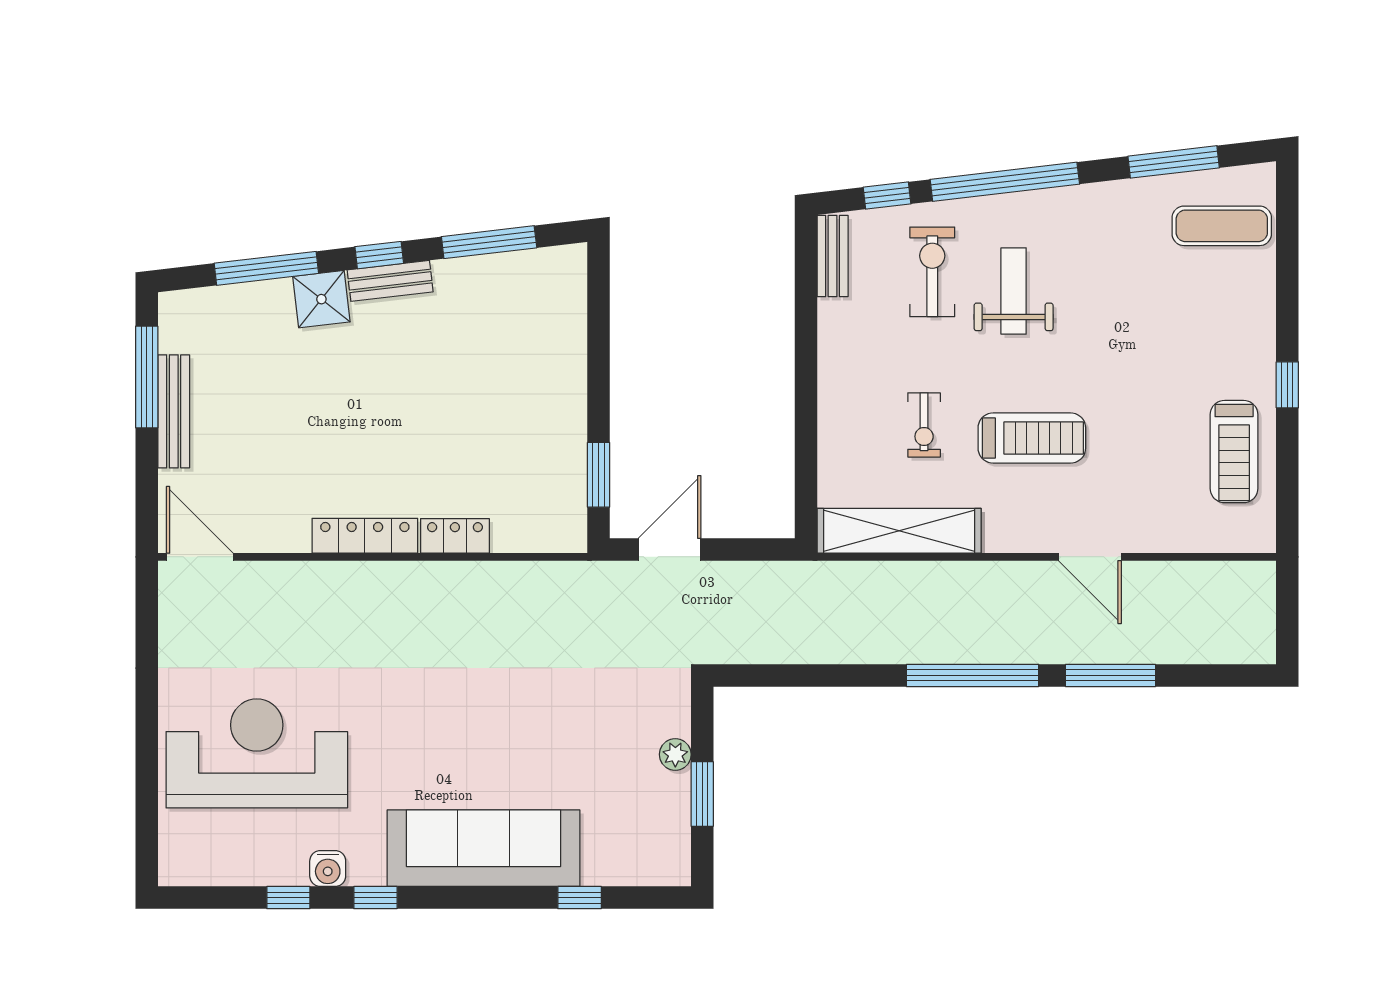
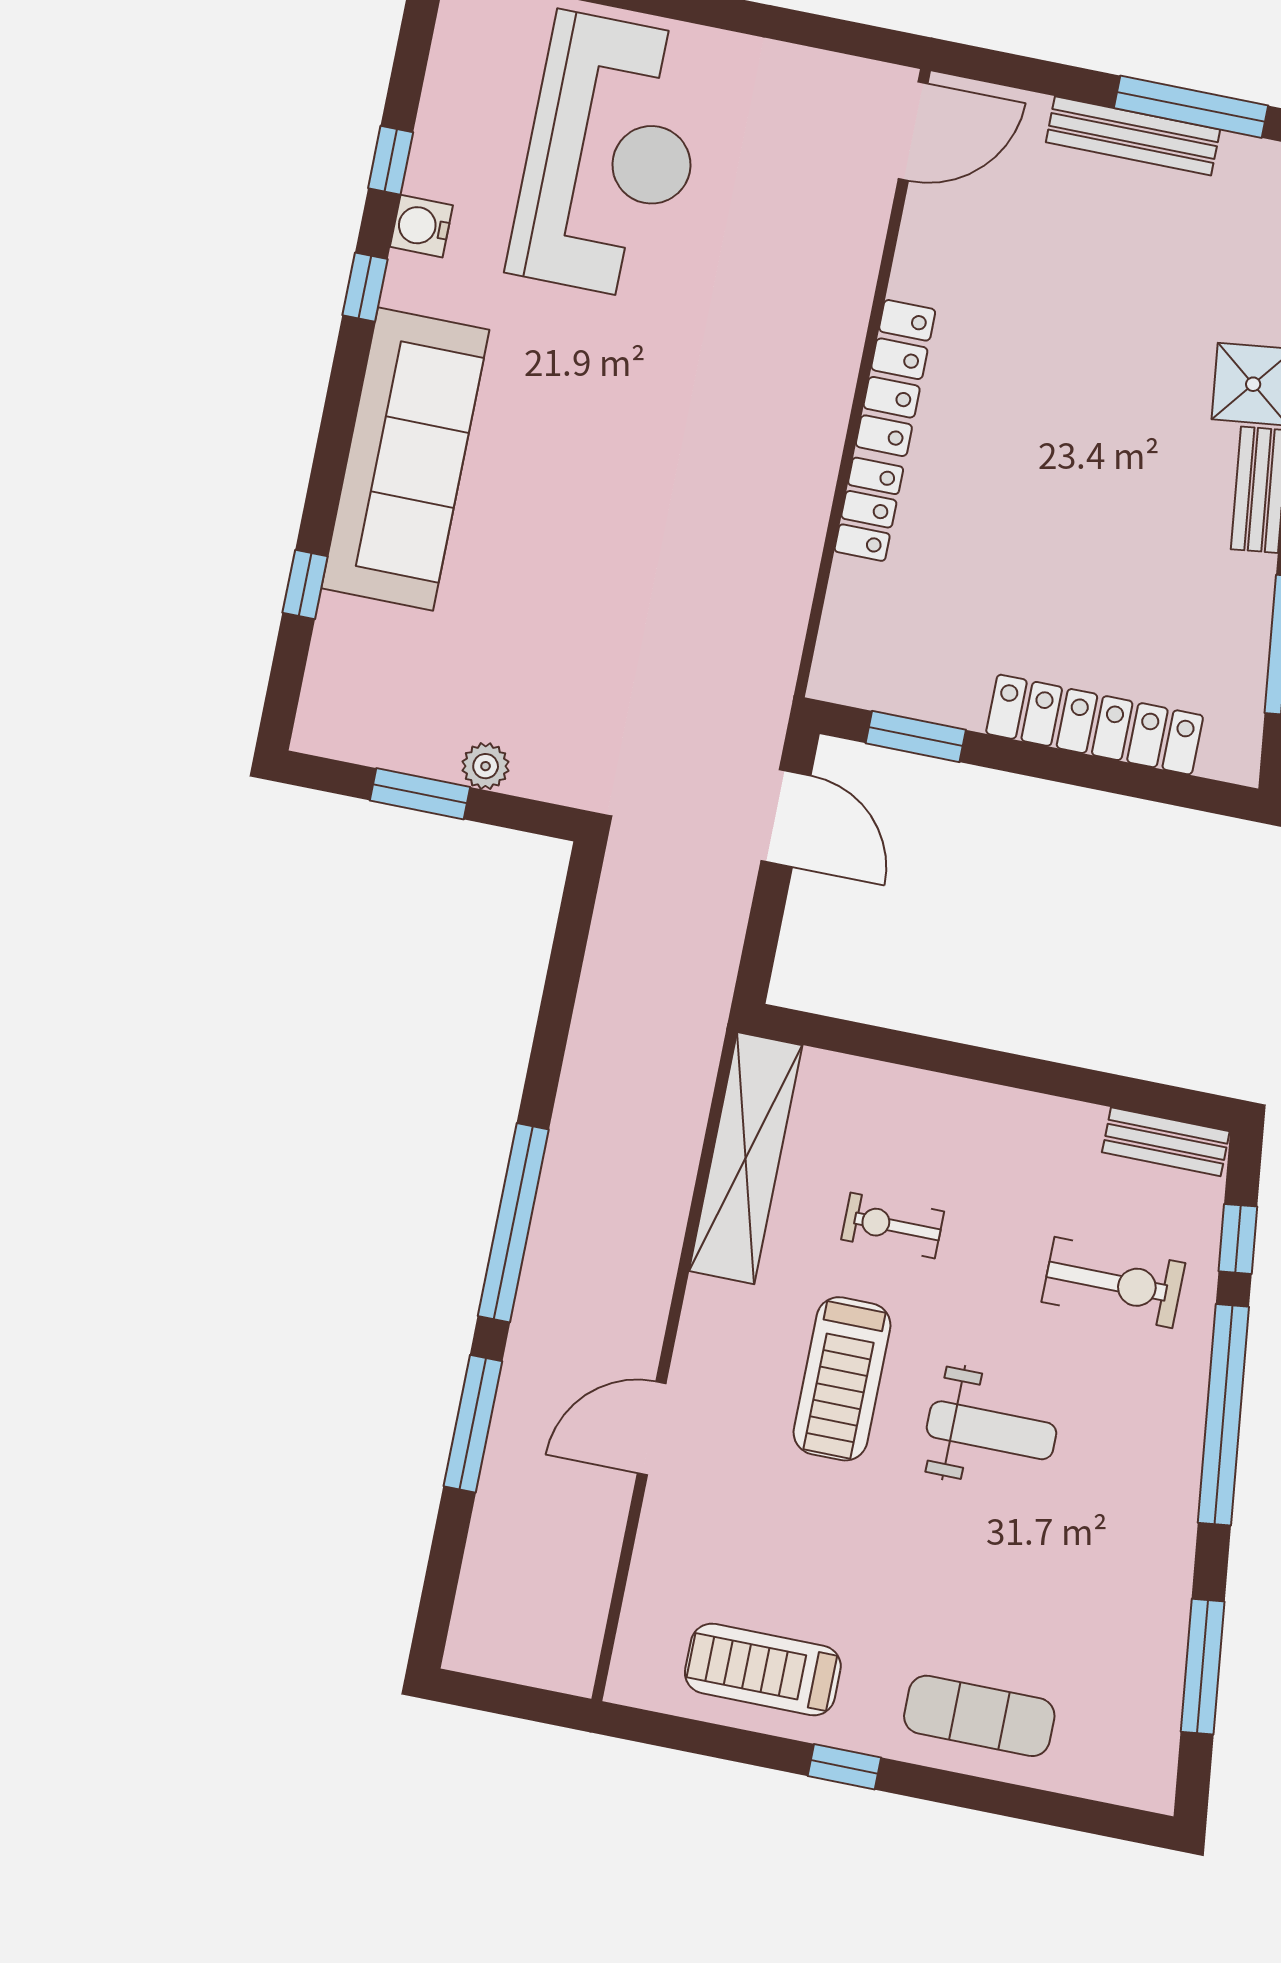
exercise mat: (1222, 226) -> (979, 1716), moved, turned 90
weight bench: (1014, 291) -> (991, 1430), moved
locker: (567, 358) -> (1095, 725), added

